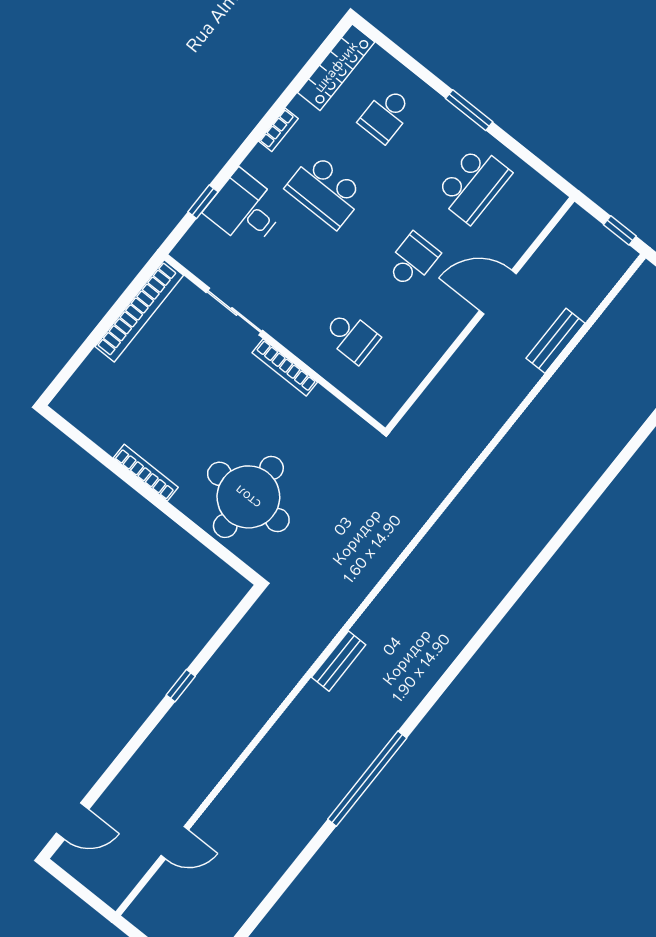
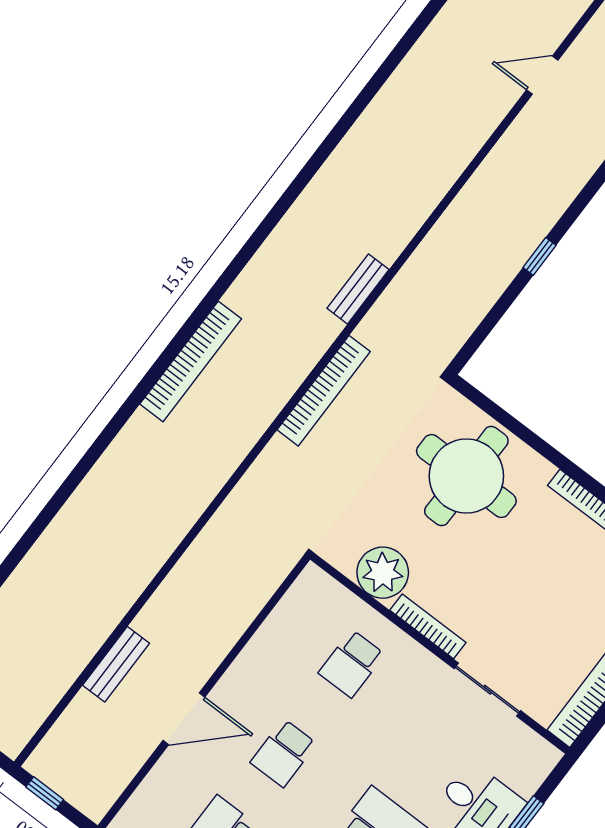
school desk: (351, 337) -> (352, 664), turned -90
plant: (323, 415) -> (383, 573), added
bookcase: (370, 574) -> (324, 391), added
bookcase: (485, 602) -> (191, 361), added
window: (367, 779) -> (322, 154), removed

